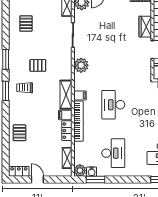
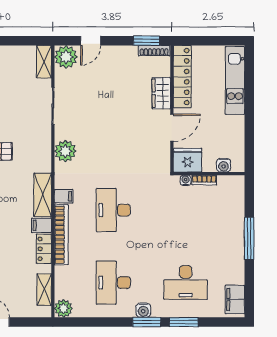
desk: (113, 153) -> (113, 283), turned 180
water cooler: (92, 172) -> (143, 310), moved
window: (95, 180) -> (147, 322), moved

